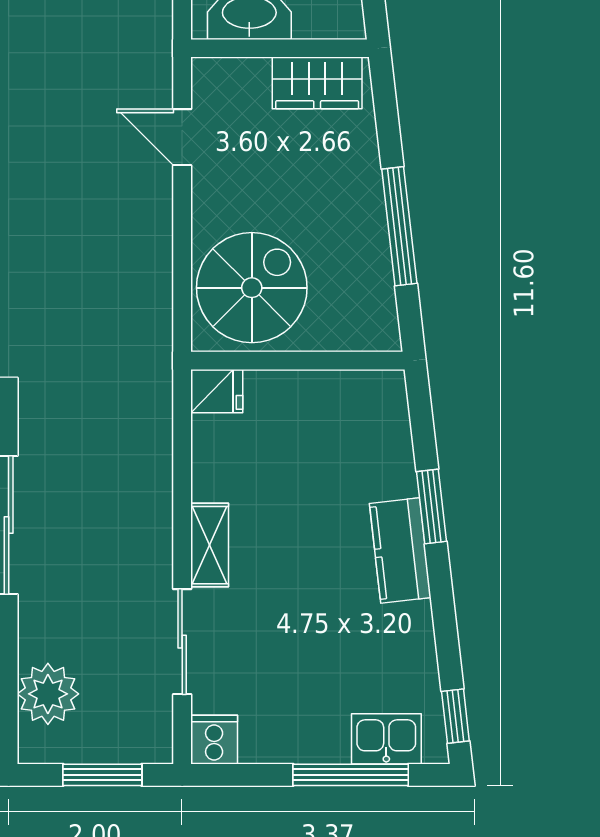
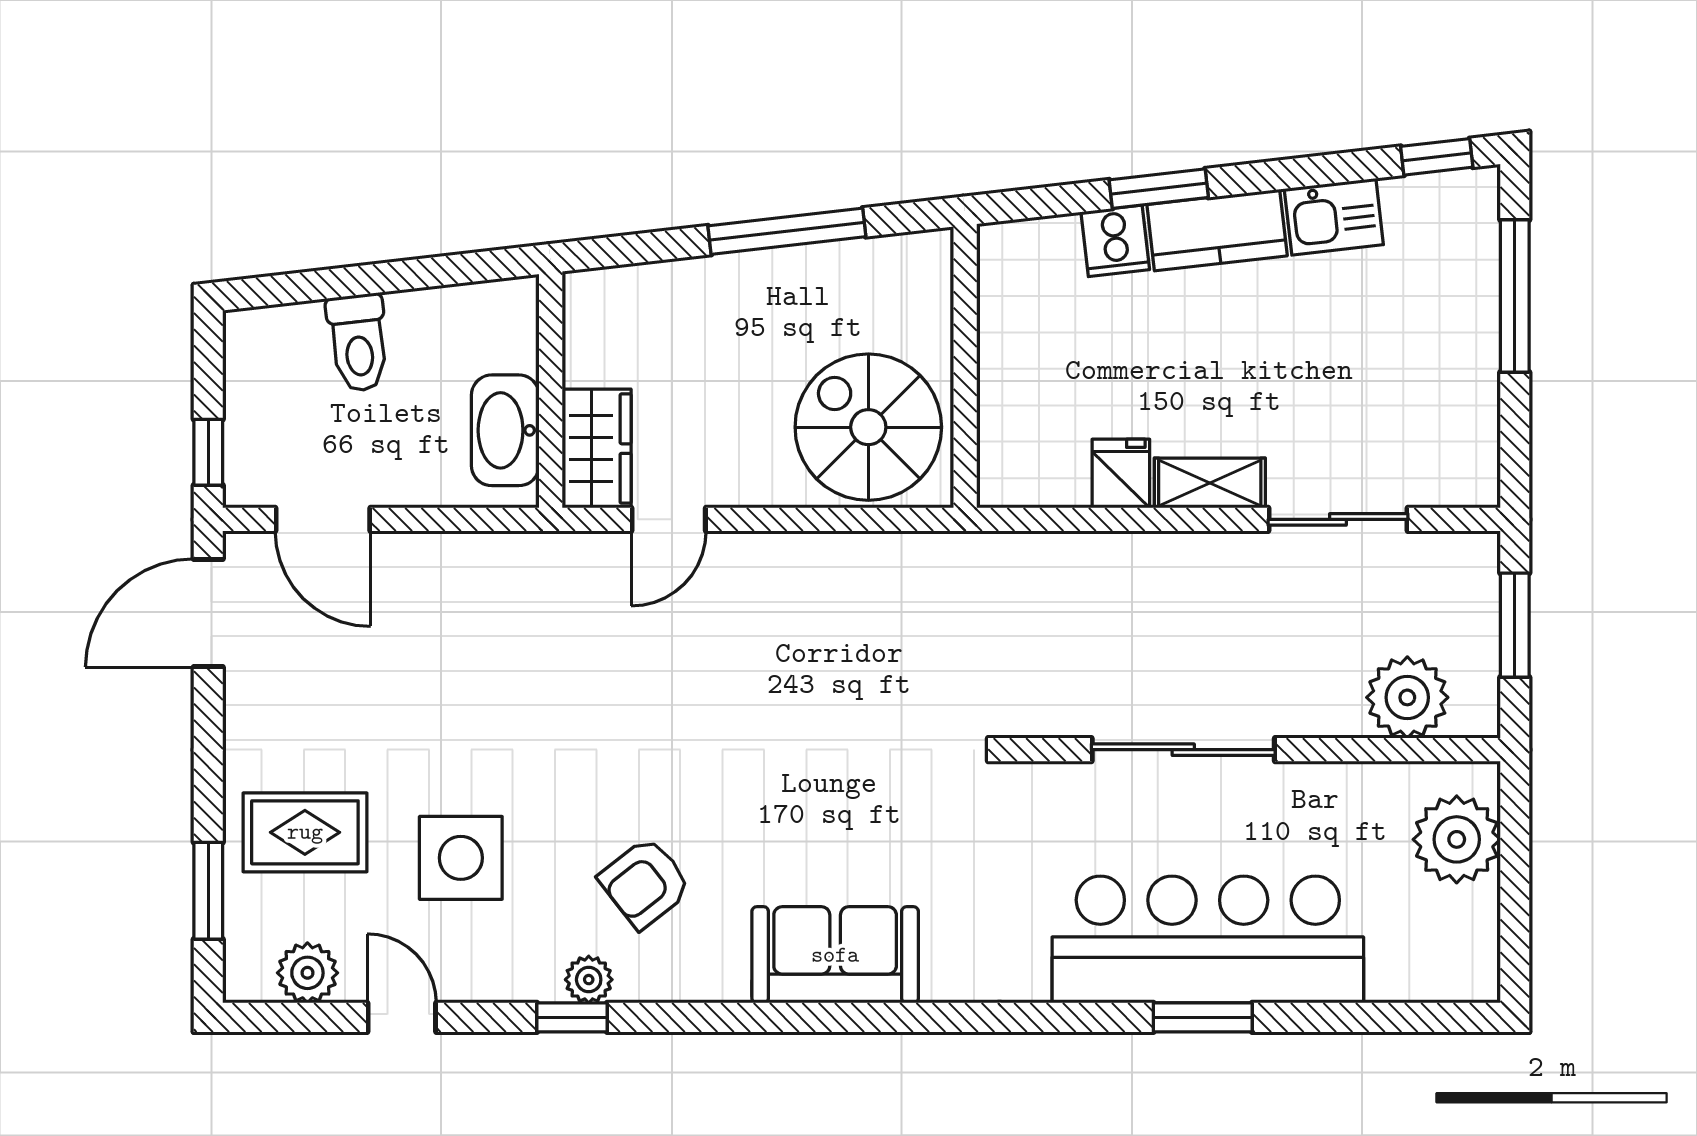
wardrobe: (317, 83) -> (597, 449), moved
fridge: (217, 391) -> (1121, 474), moved
kitchen sink: (386, 739) -> (1334, 217), moved, turned -97
cooker: (214, 740) -> (1115, 241), moved, turned -97

